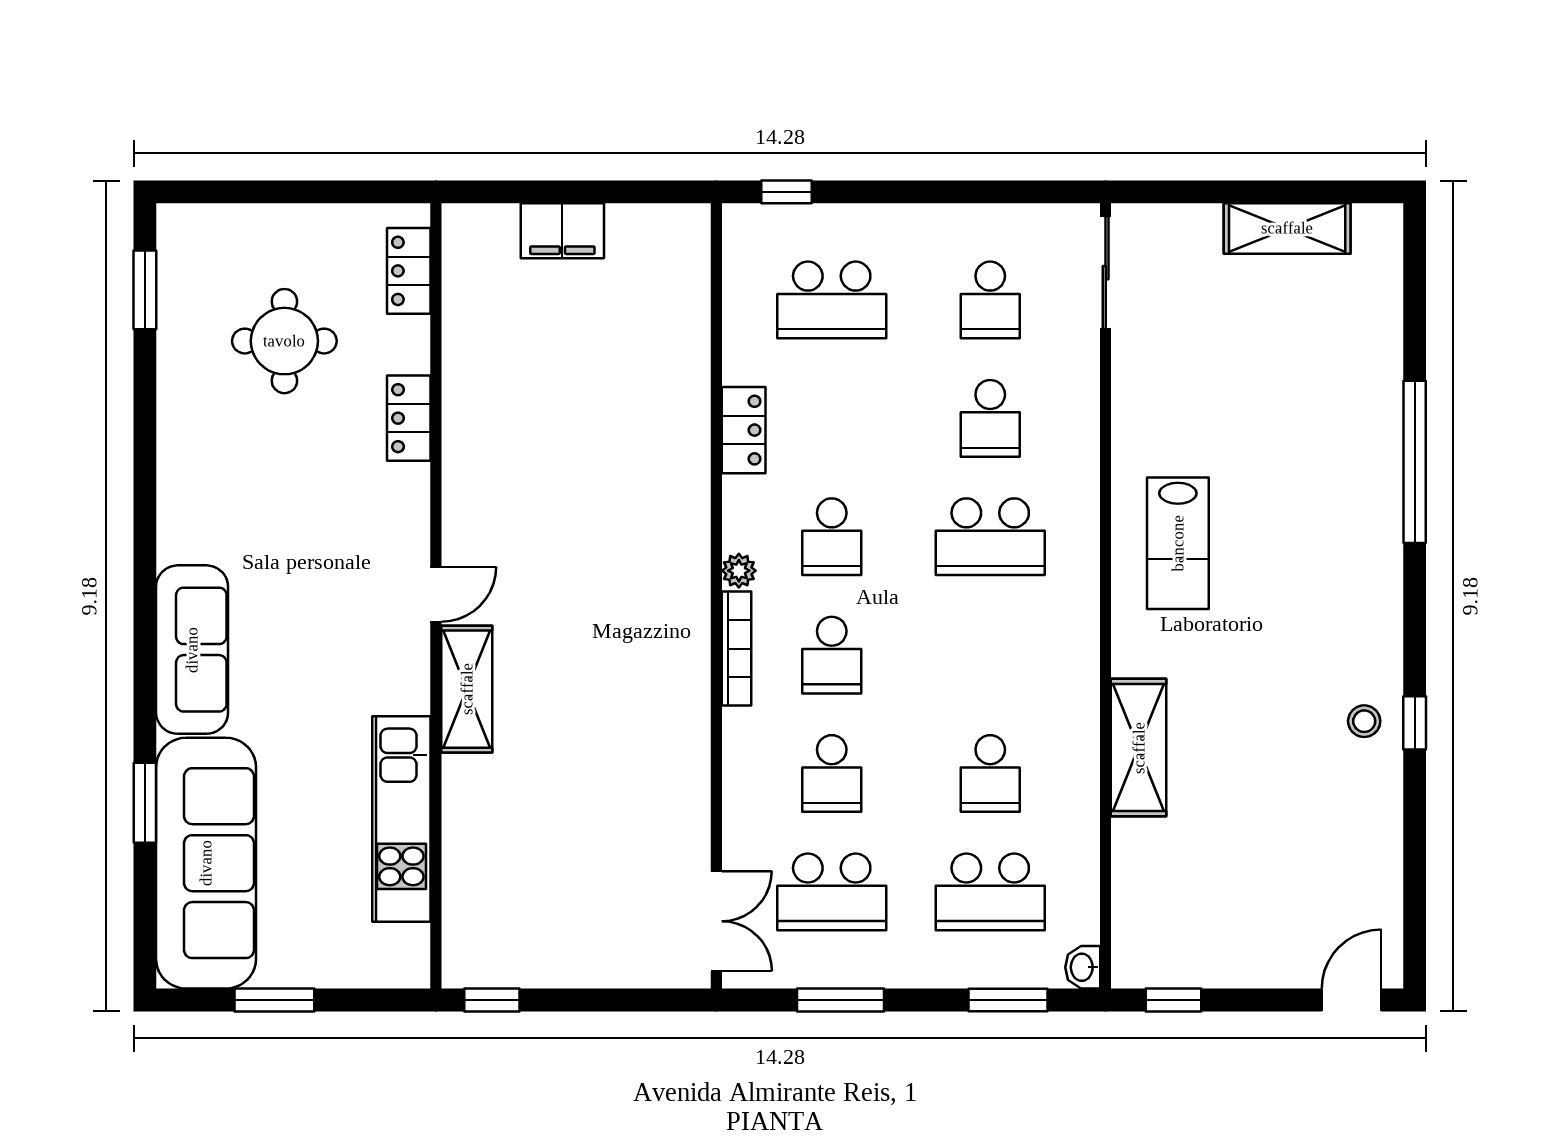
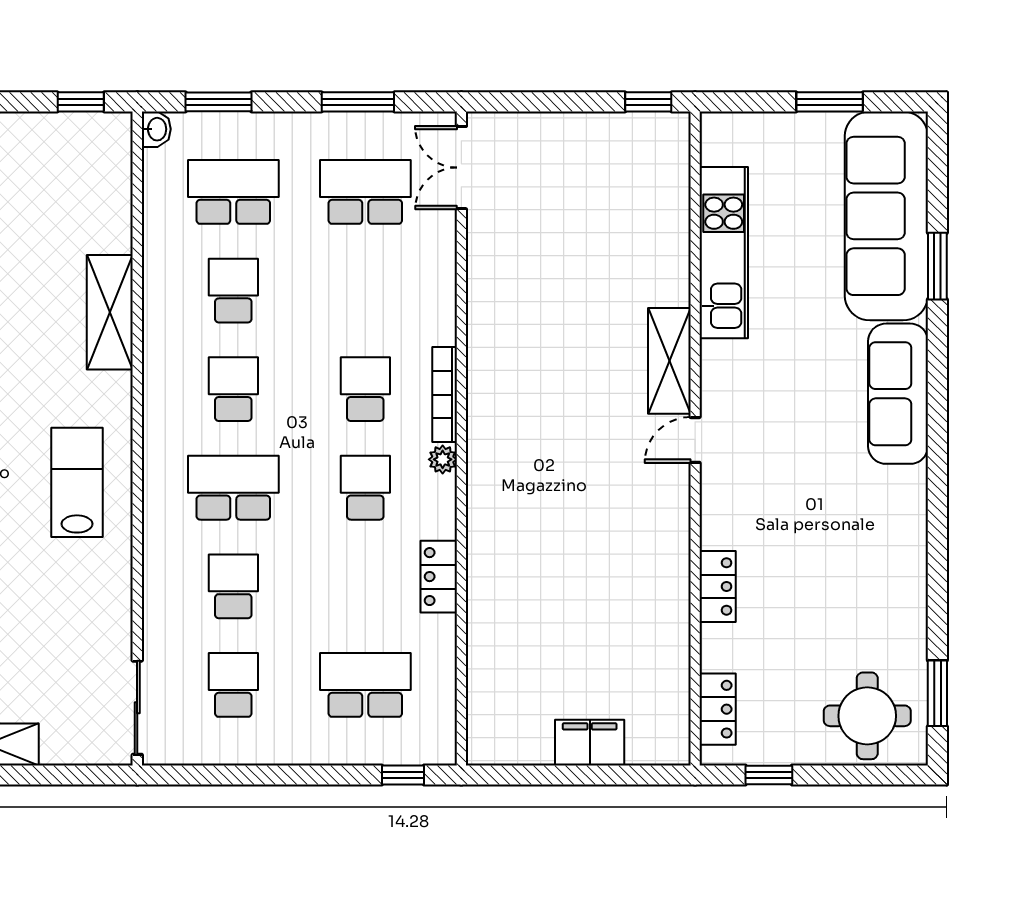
window: (347, 192) -> (769, 775), added
round table: (284, 341) -> (867, 716), moved
school desk: (832, 774) -> (233, 389), moved

